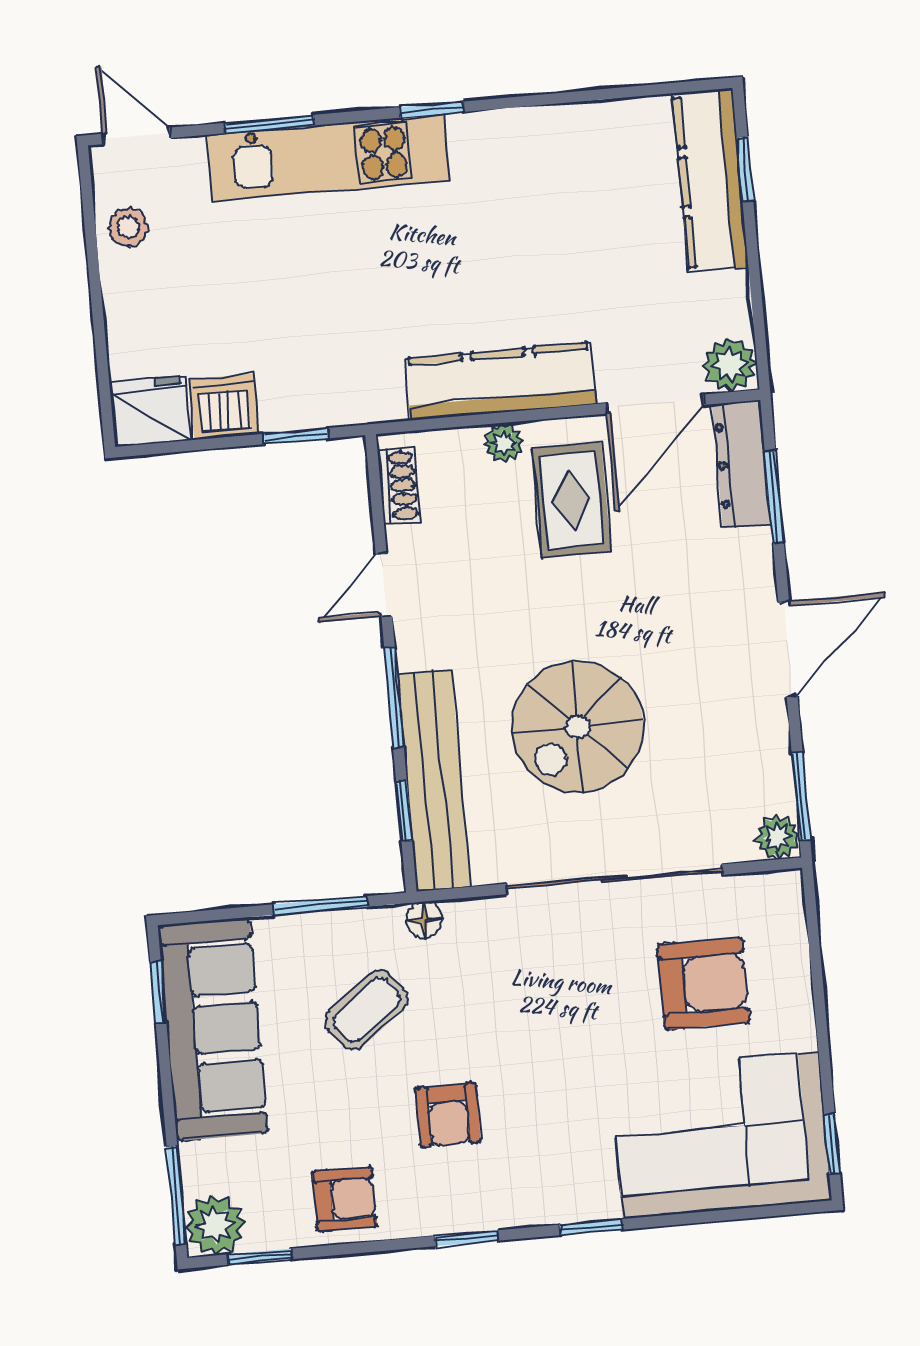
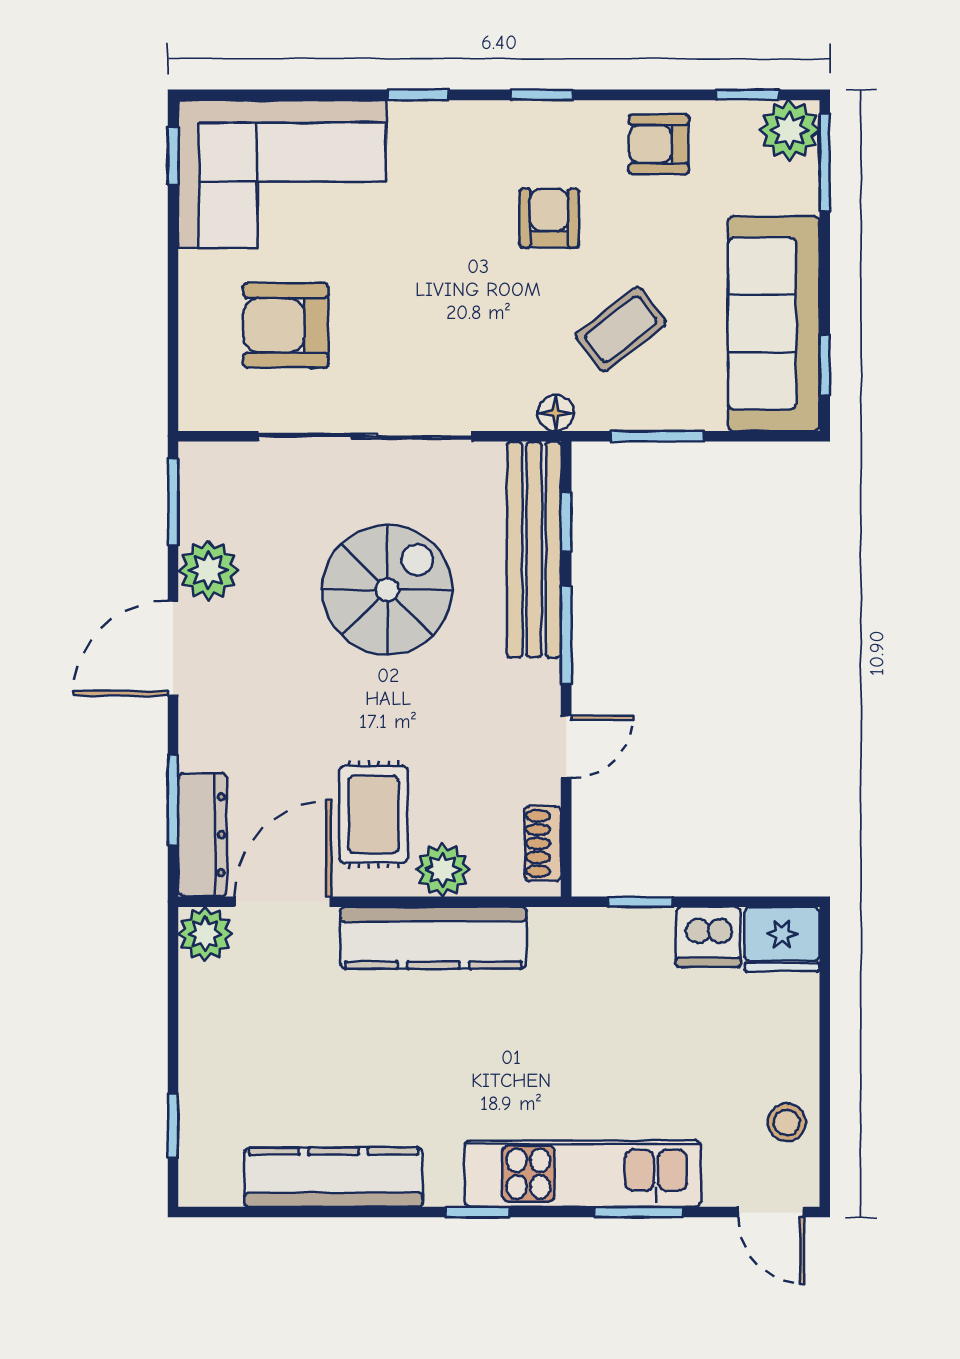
kitchen counter: (711, 180) -> (334, 1177), moved, turned -90
plant: (504, 443) -> (443, 870), width x1.38, depth x1.38
plant: (777, 837) -> (208, 570), moved, width x1.38, depth x1.38

